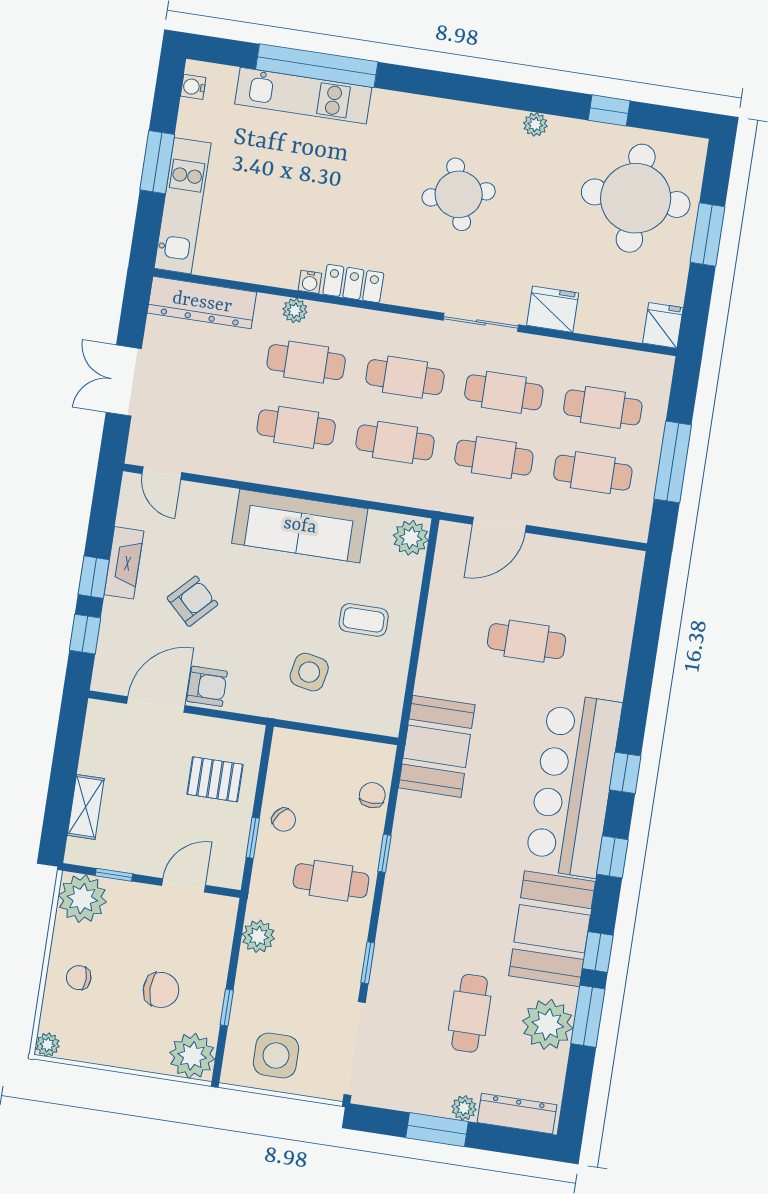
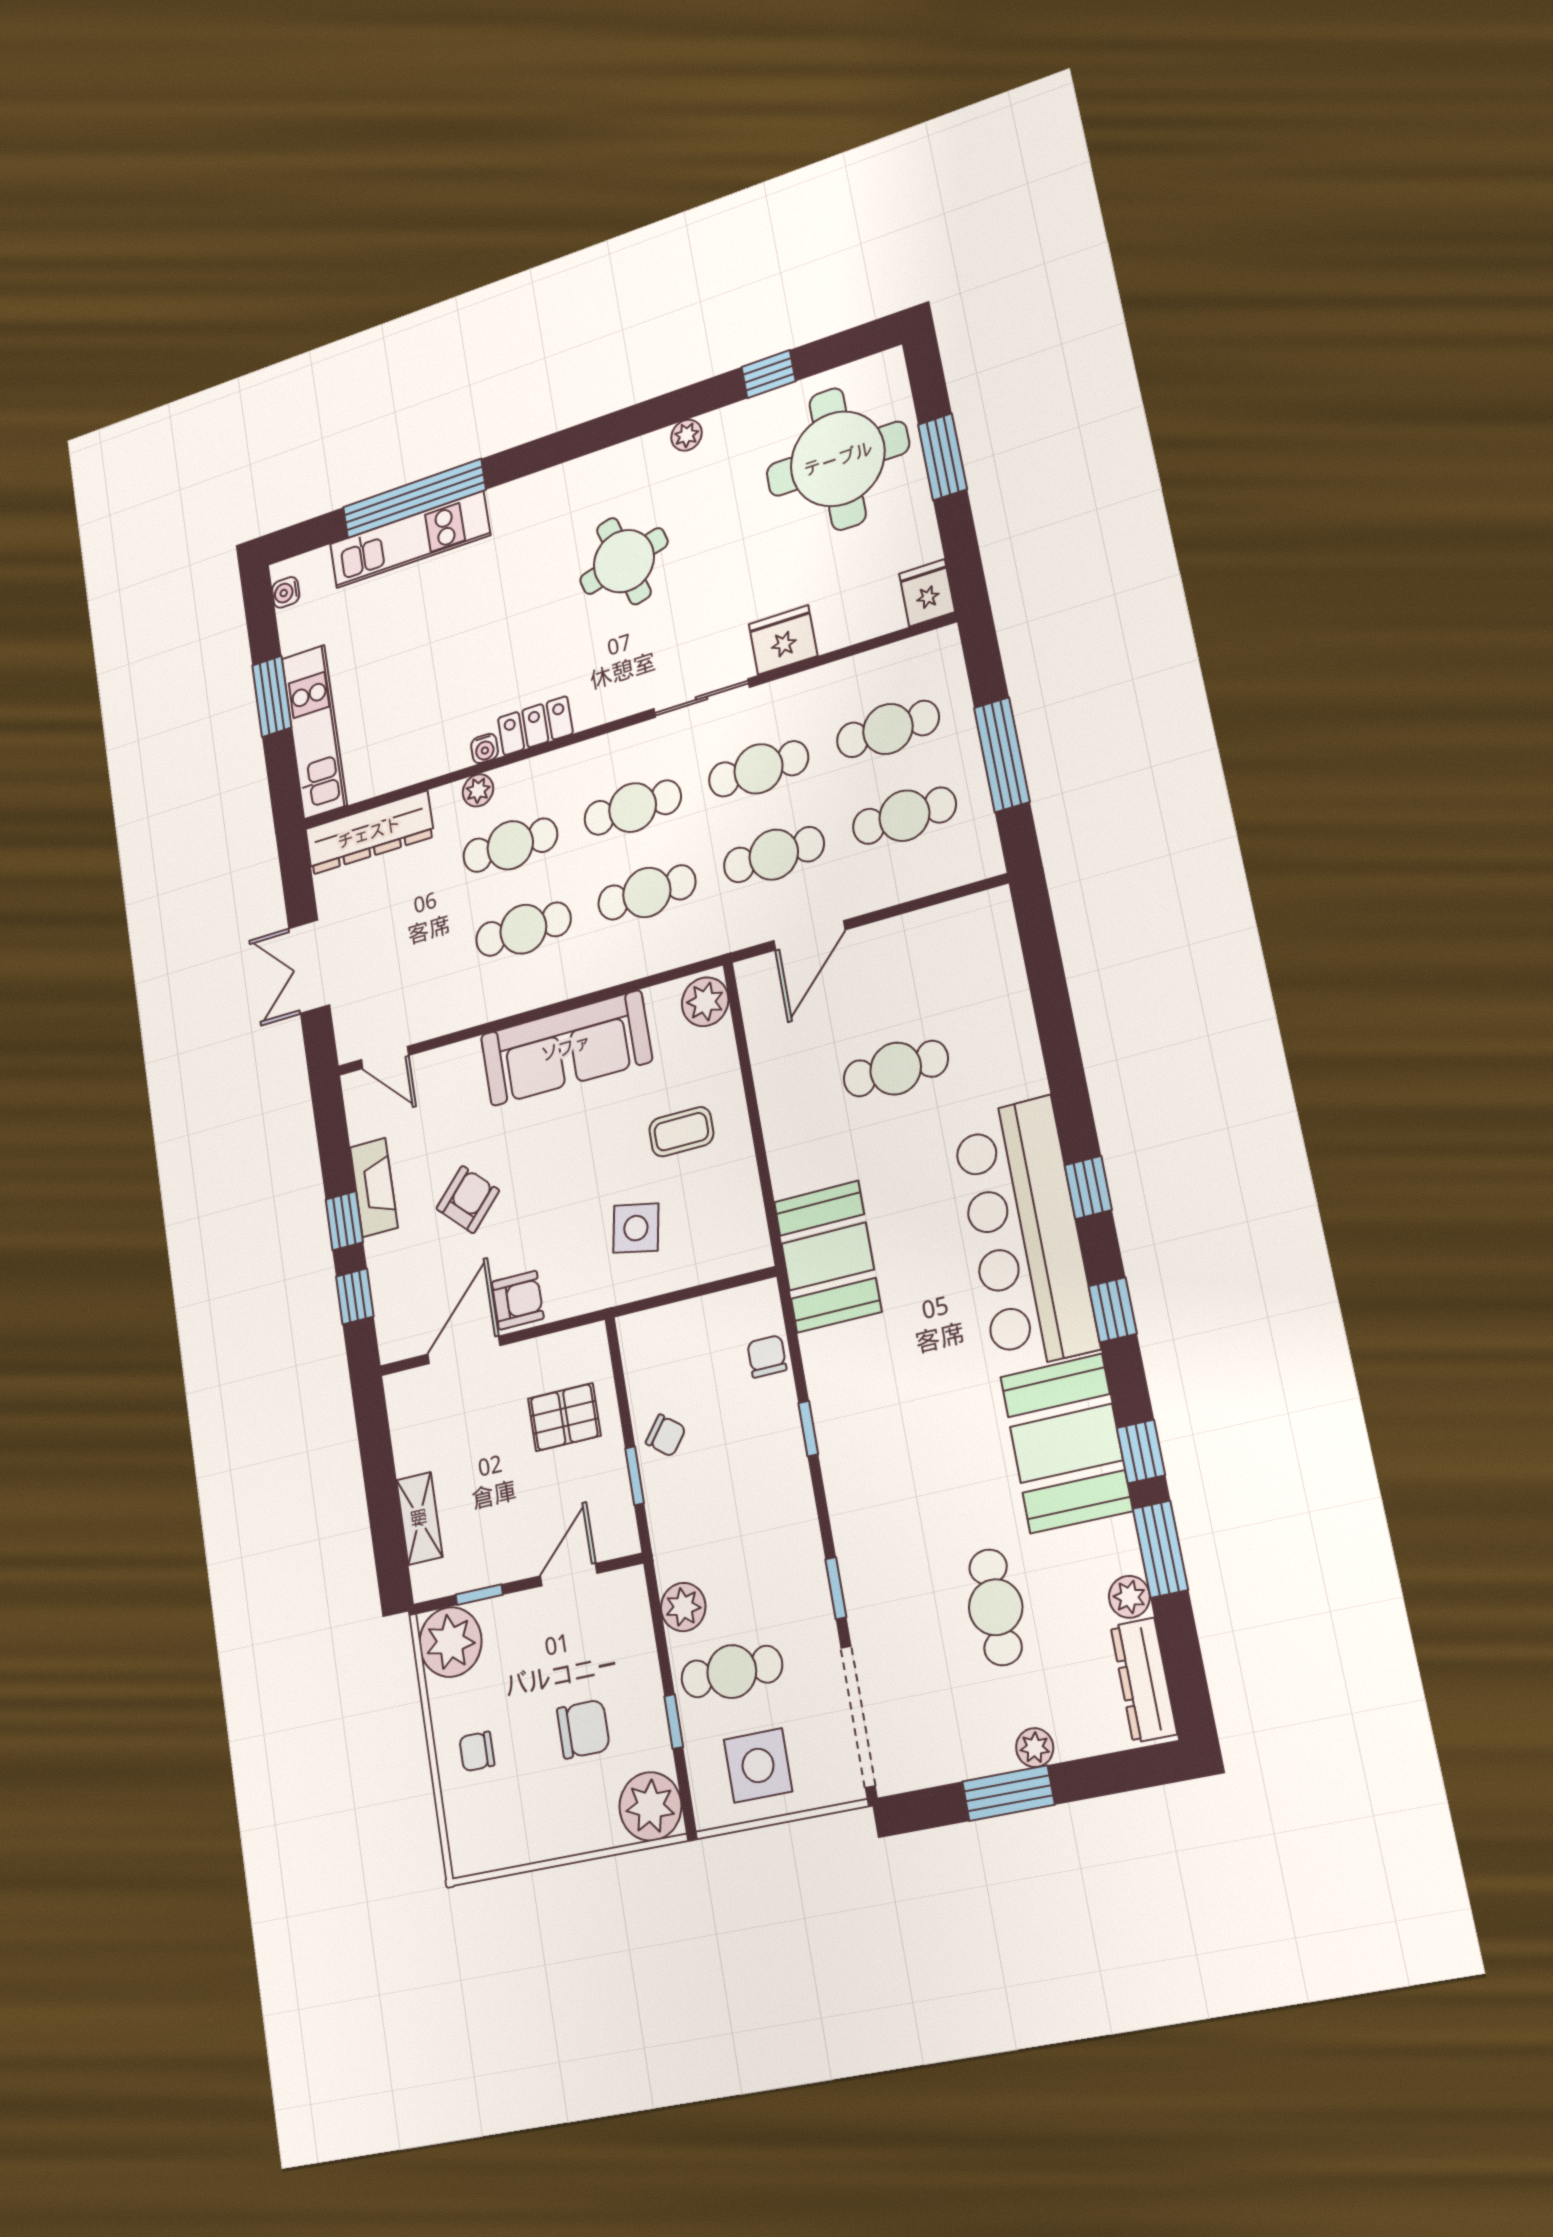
cafe table: (331, 881) -> (732, 1672), moved
plant: (548, 1024) -> (1129, 1597), width x0.53, depth x0.53
plant: (47, 1045) -> (465, 1859), removed
dresser: (517, 1114) -> (1144, 1680), moved, turned -90

